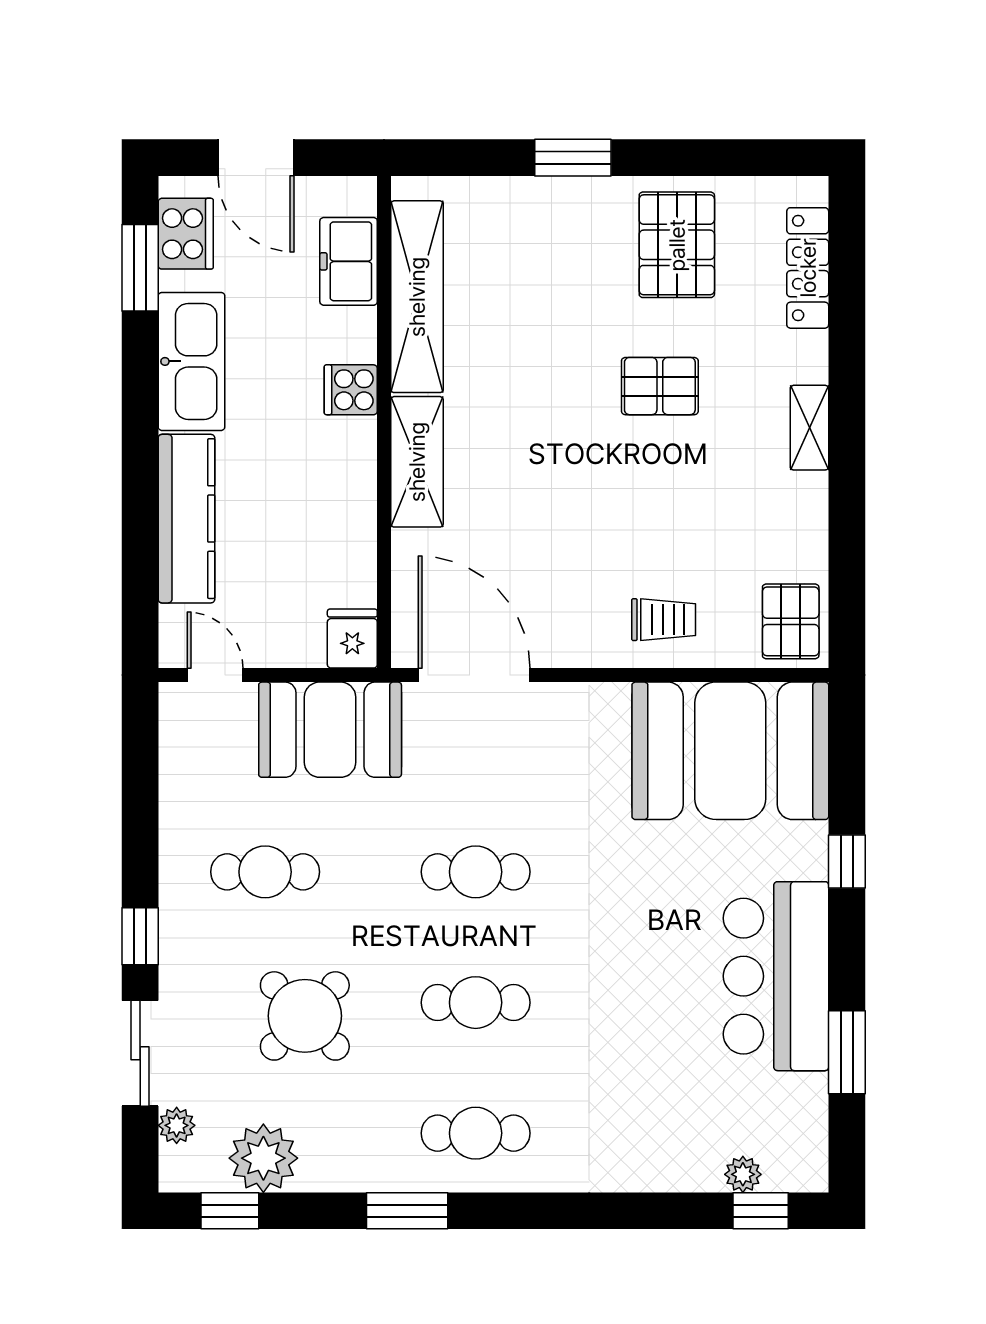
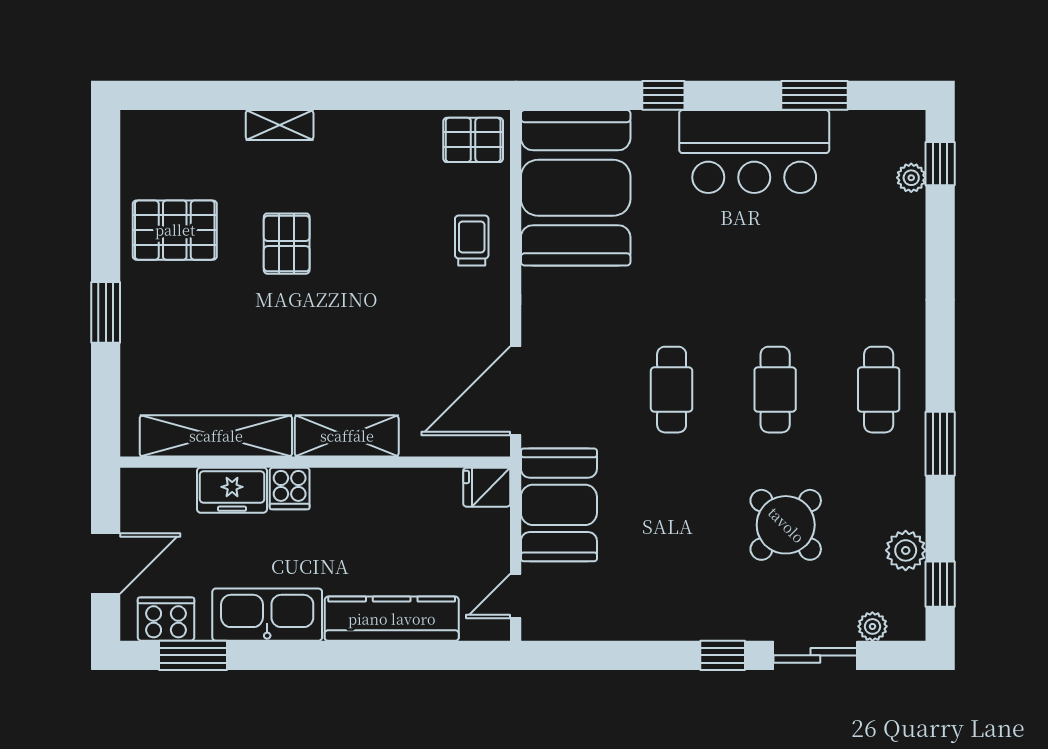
freezer: (349, 261) -> (232, 490), moved
locker: (808, 268) -> (193, 126), removed
shelving: (809, 428) -> (280, 125), moved
cafe table: (265, 872) -> (672, 556), removed
plant: (263, 1158) -> (906, 550), width x0.73, depth x0.73

